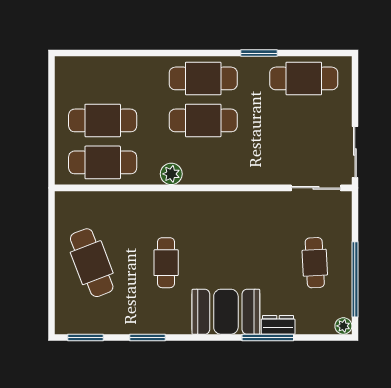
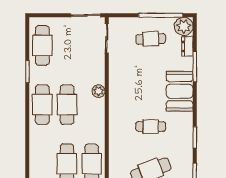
plant: (171, 174) -> (98, 91), moved
dresser: (278, 325) -> (187, 46), moved
plant: (343, 326) -> (184, 26), width x1.88, depth x1.88

